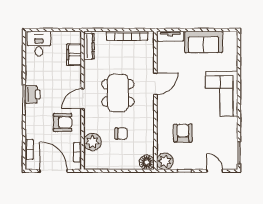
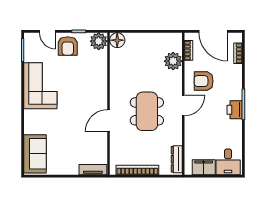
sofa: (203, 42) -> (35, 154), moved, turned 90
filing cabinet: (74, 55) -> (204, 167), moved, turned -90
corner sofa: (222, 94) -> (40, 86), moved
armchair: (183, 133) -> (68, 46), moved
chair: (121, 134) -> (144, 70), removed

